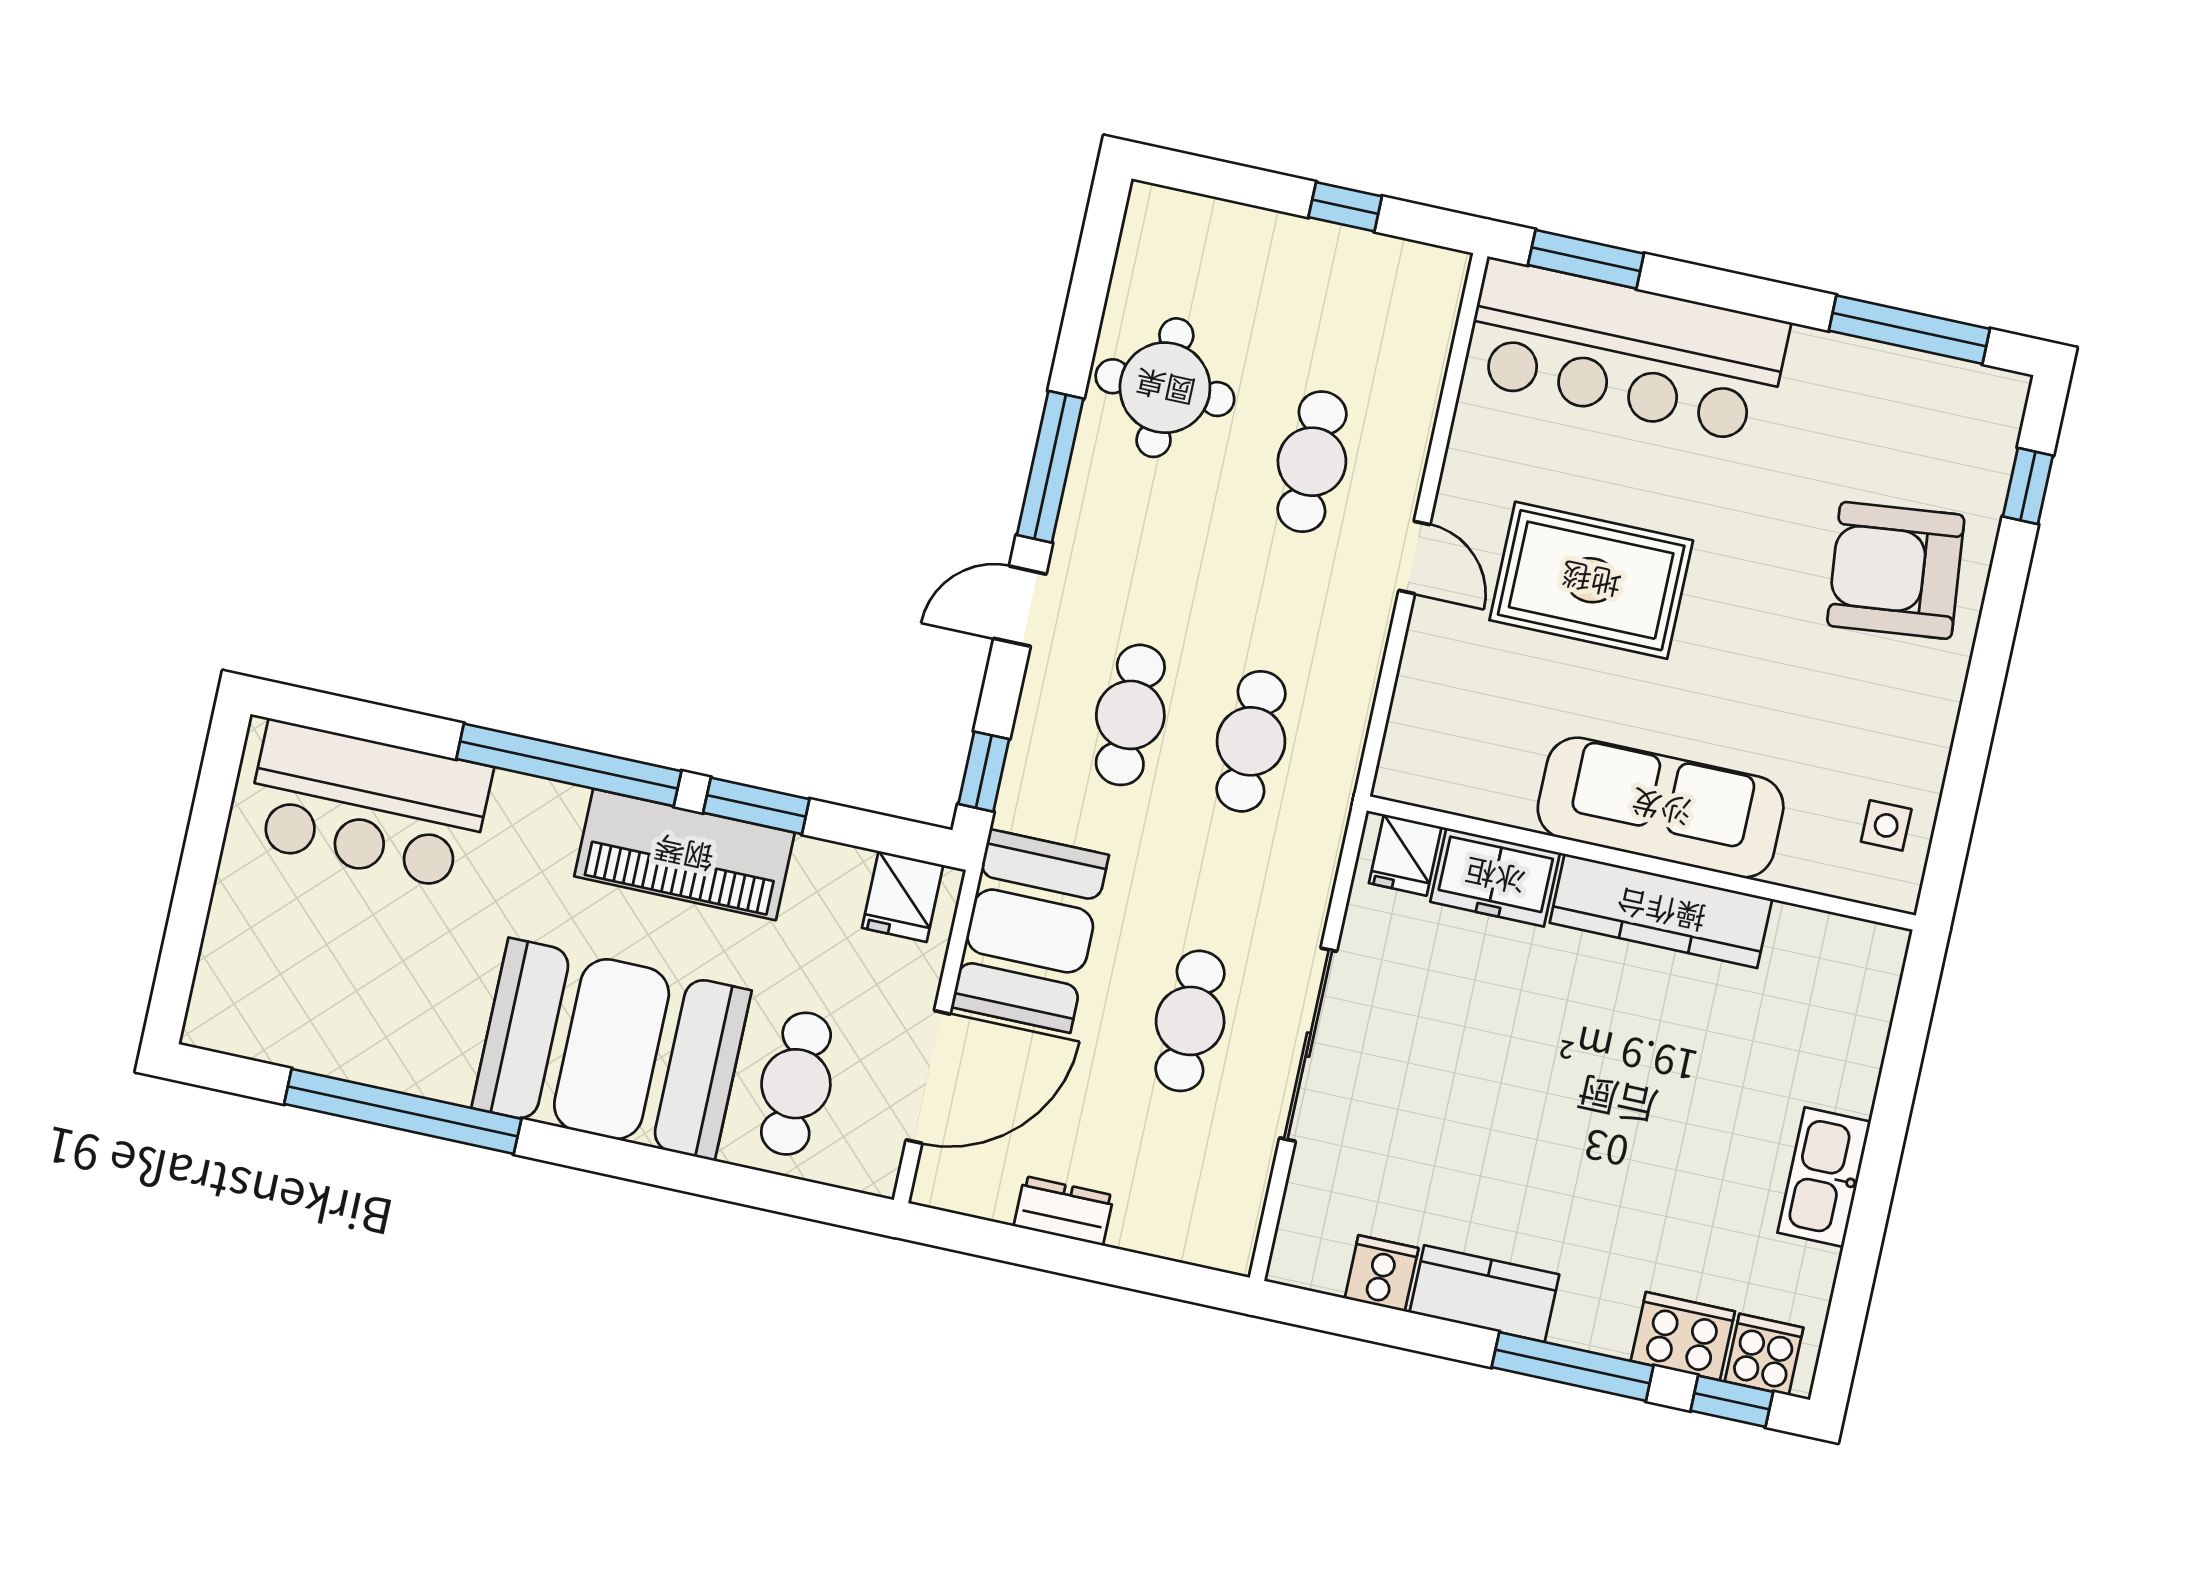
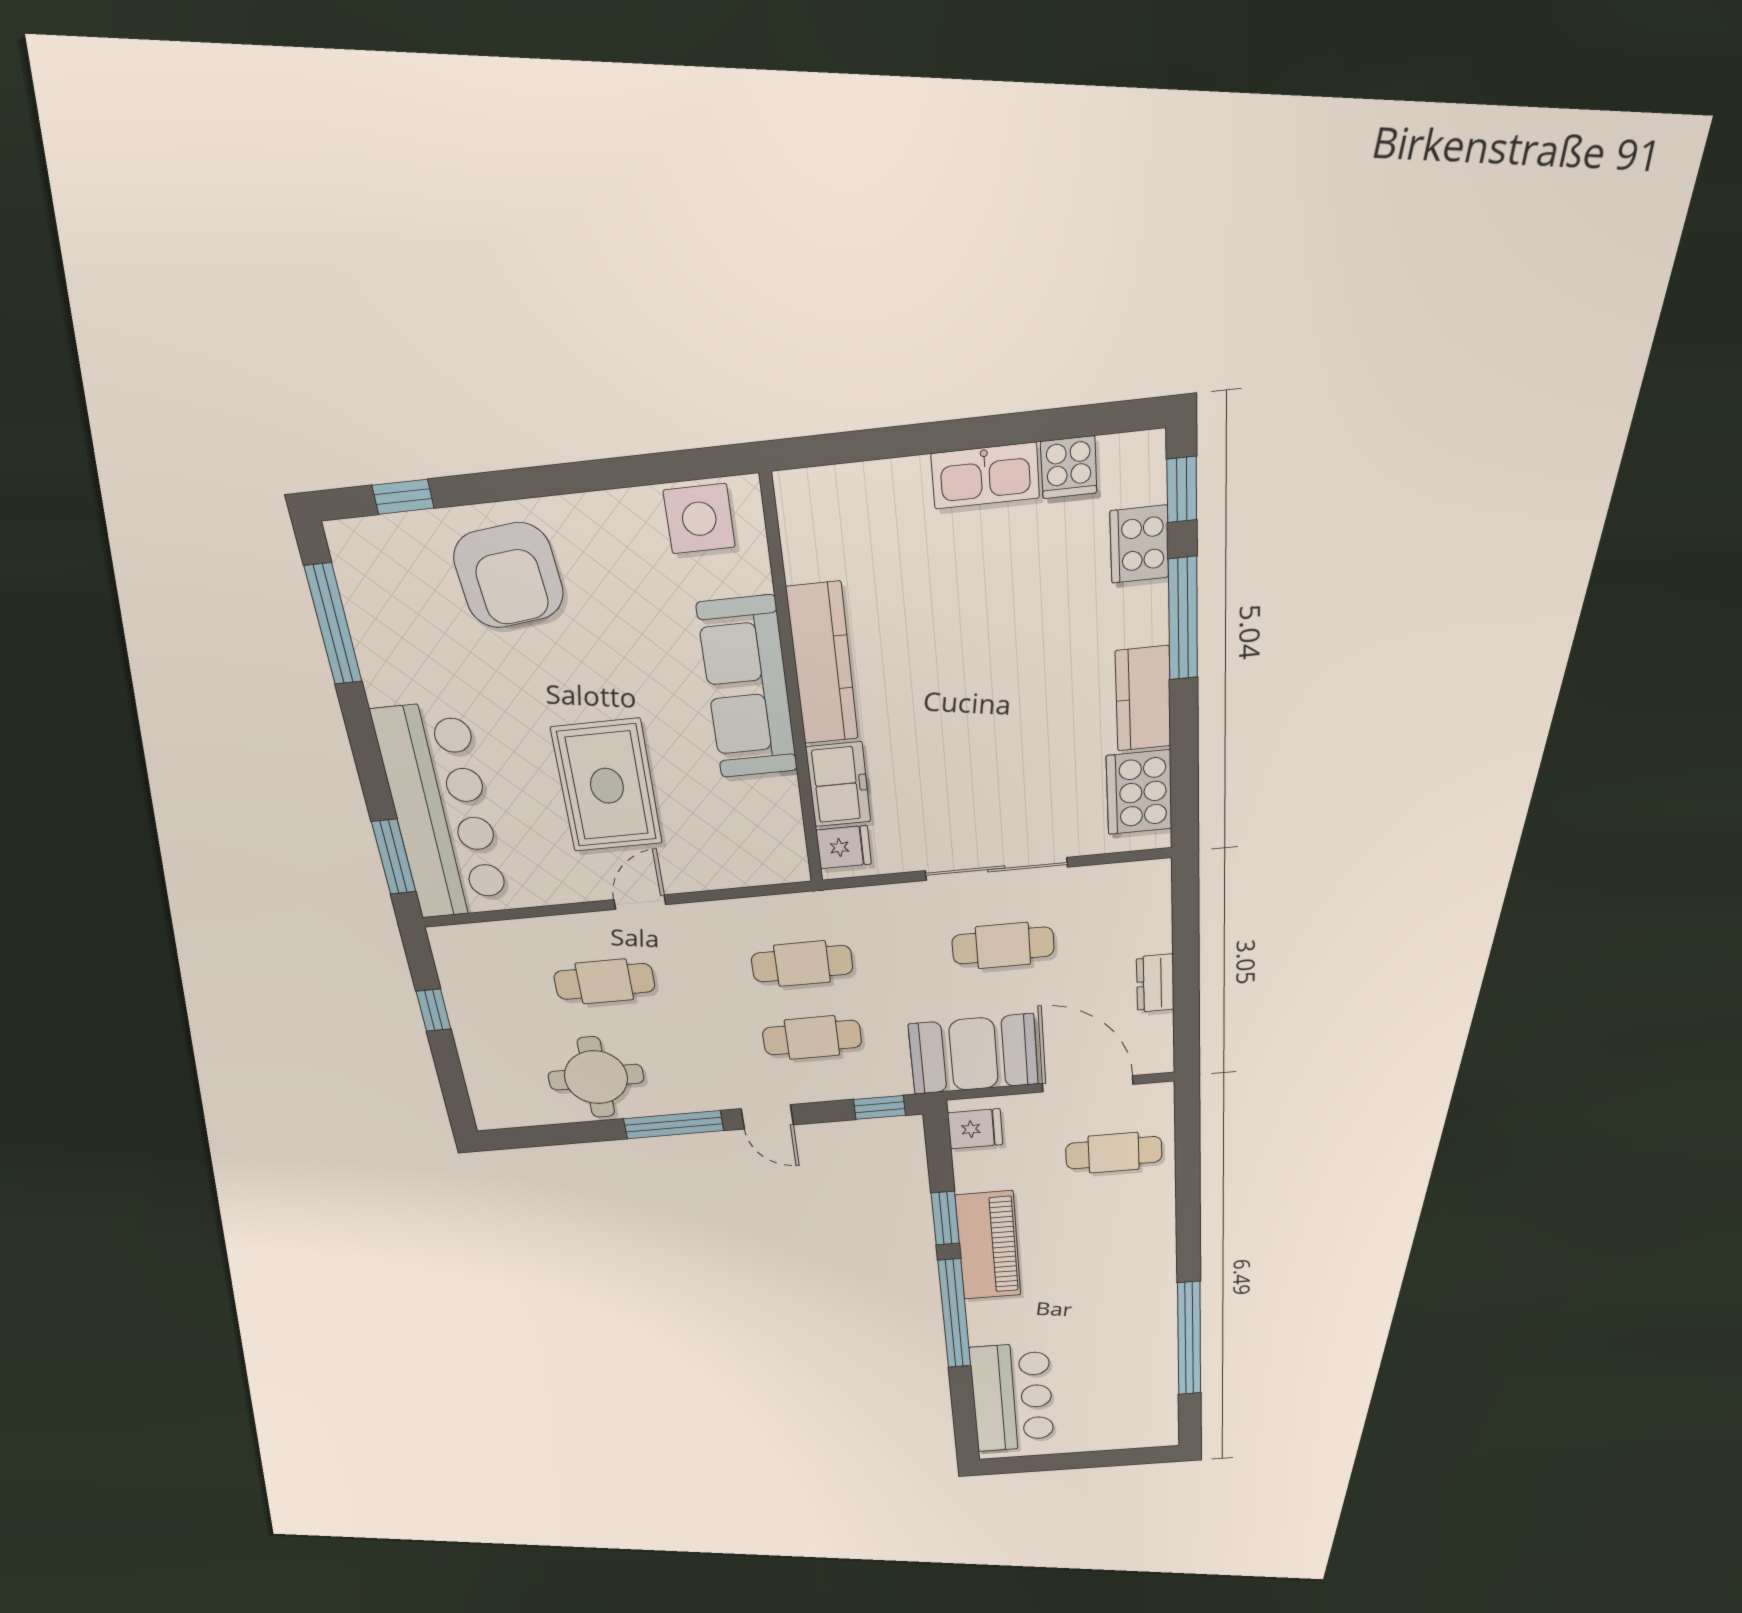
side table: (1886, 825) -> (699, 519), width x1.87, depth x1.87
booth: (612, 1049) -> (1121, 1250), removed
cooker: (1382, 1273) -> (1139, 792), width x1.87, depth x1.31
cooker: (1764, 1354) -> (1069, 467), moved, turned -90

